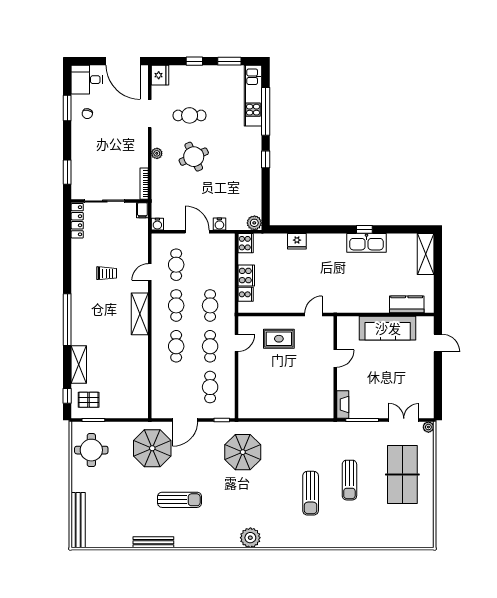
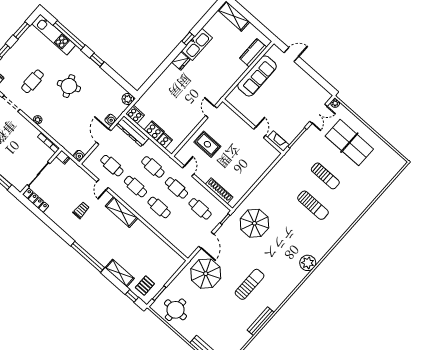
round table: (194, 157) -> (69, 86), moved
door: (197, 232) -> (104, 137), hinge flipped
fridge: (297, 241) -> (181, 61), moved
dresser: (227, 255) -> (133, 131), added
rug: (279, 339) -> (207, 144), turned 90
door: (335, 358) -> (260, 132), moved
shoe rack: (244, 390) -> (219, 191), added
double door: (404, 420) -> (318, 114), swing flipped

